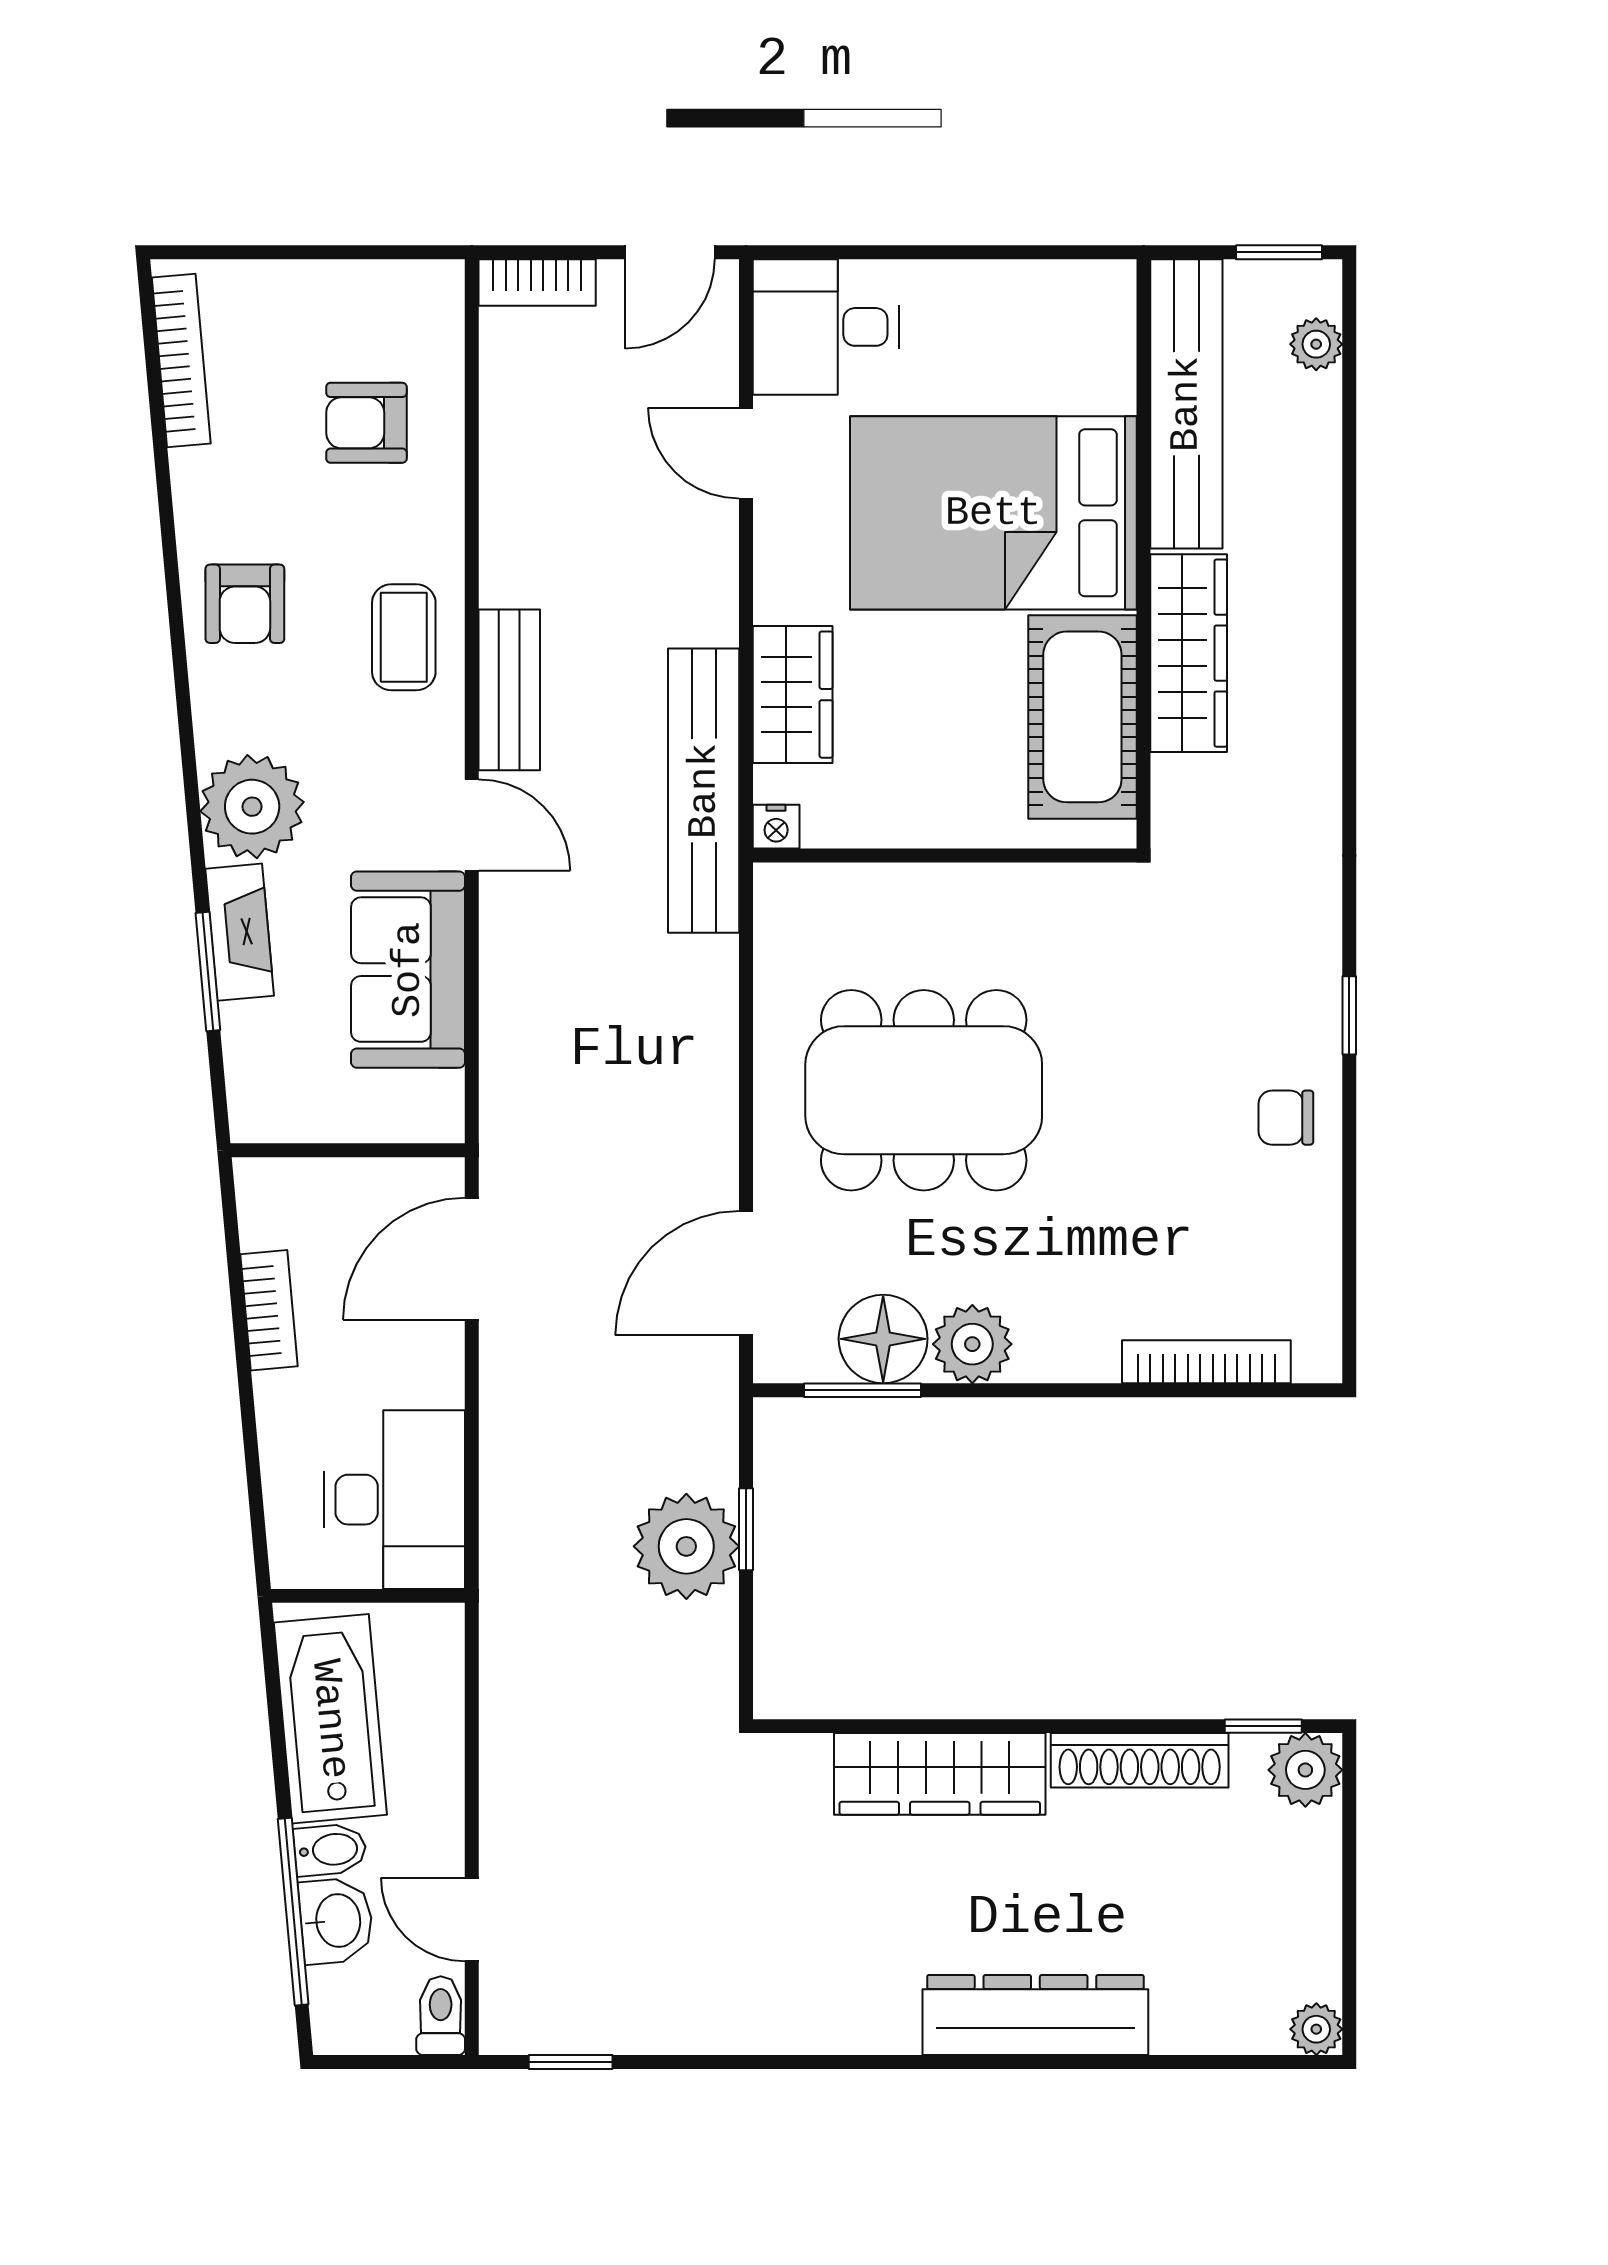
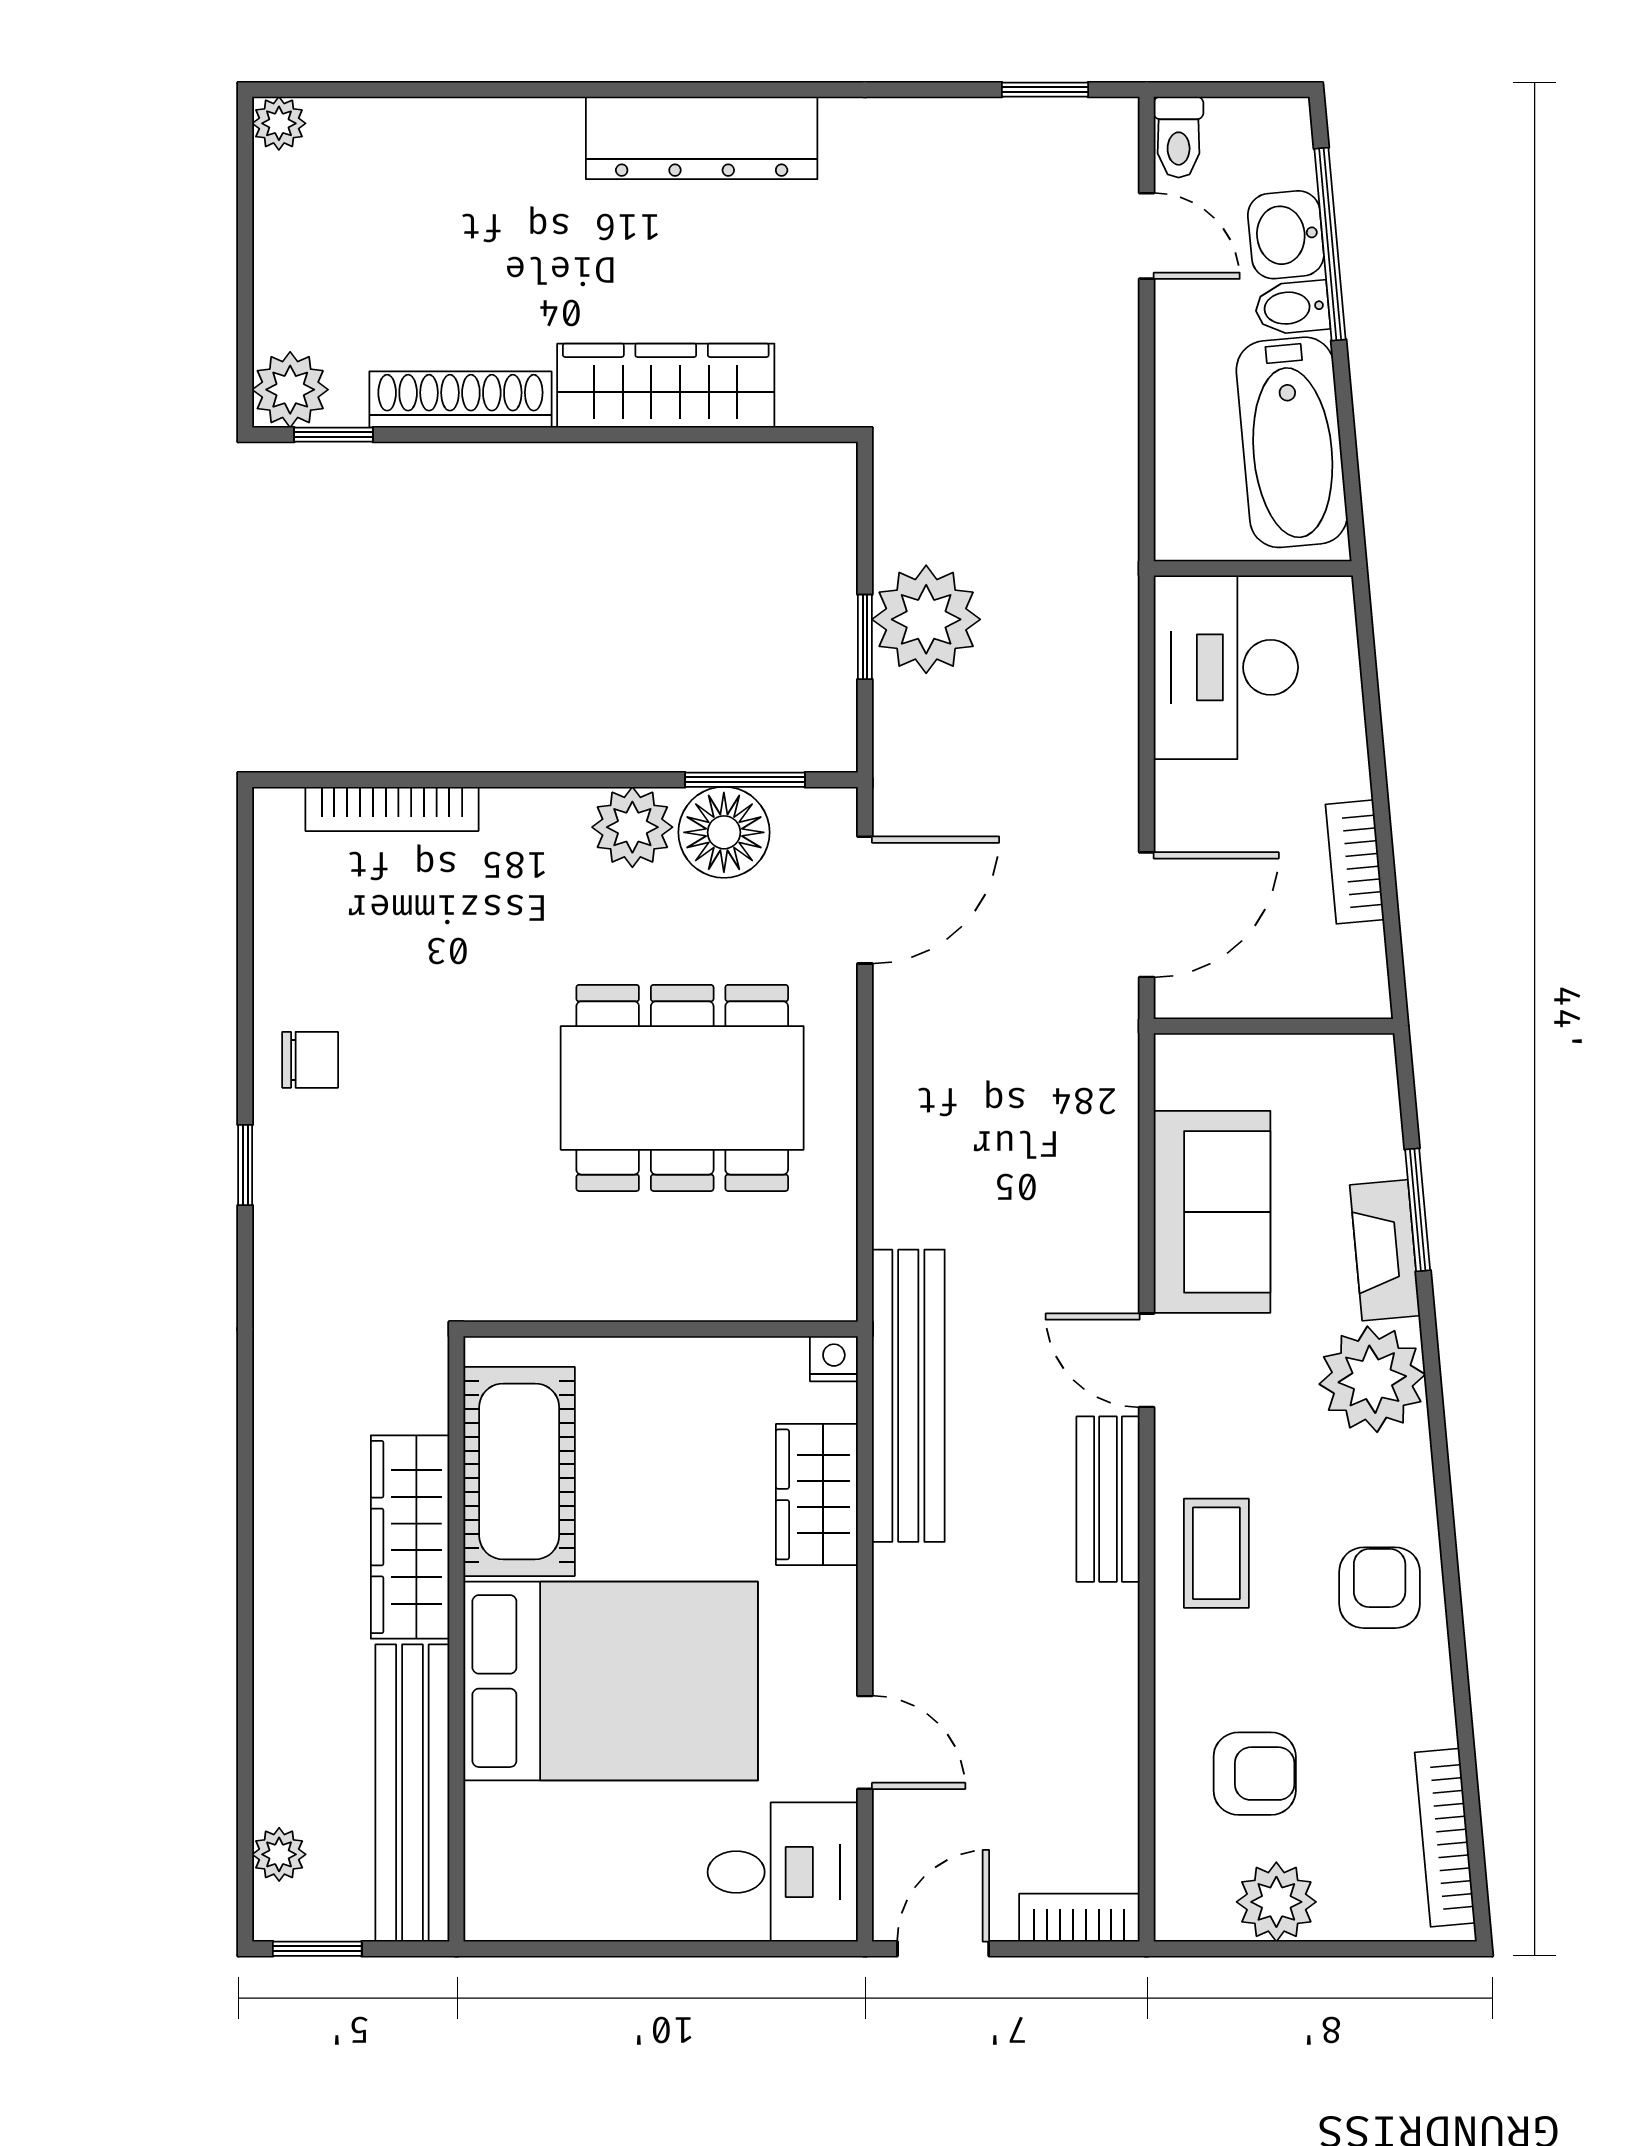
plant: (345, 298) -> (1276, 1902), added
dresser: (1035, 2015) -> (702, 138), moved

